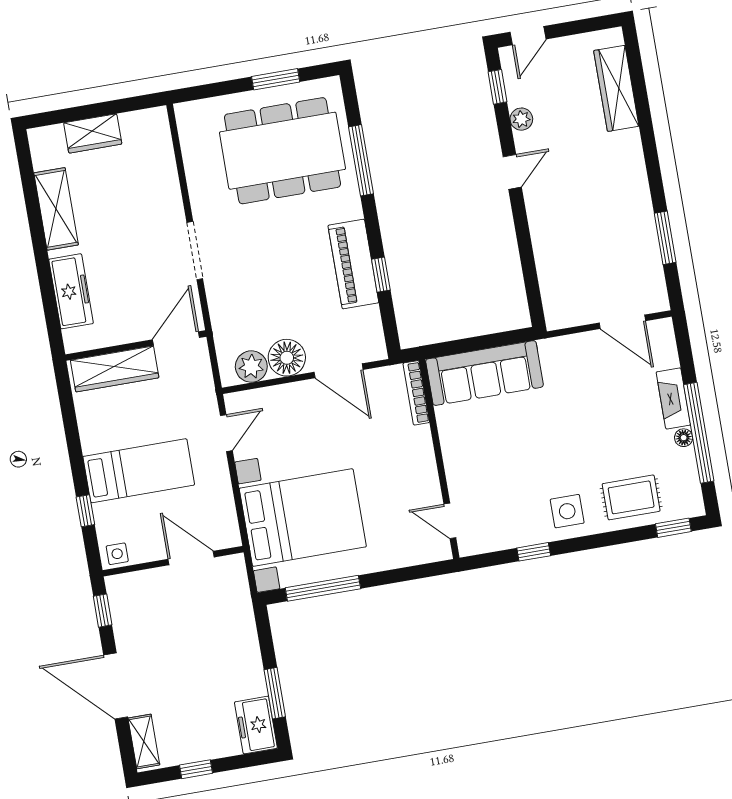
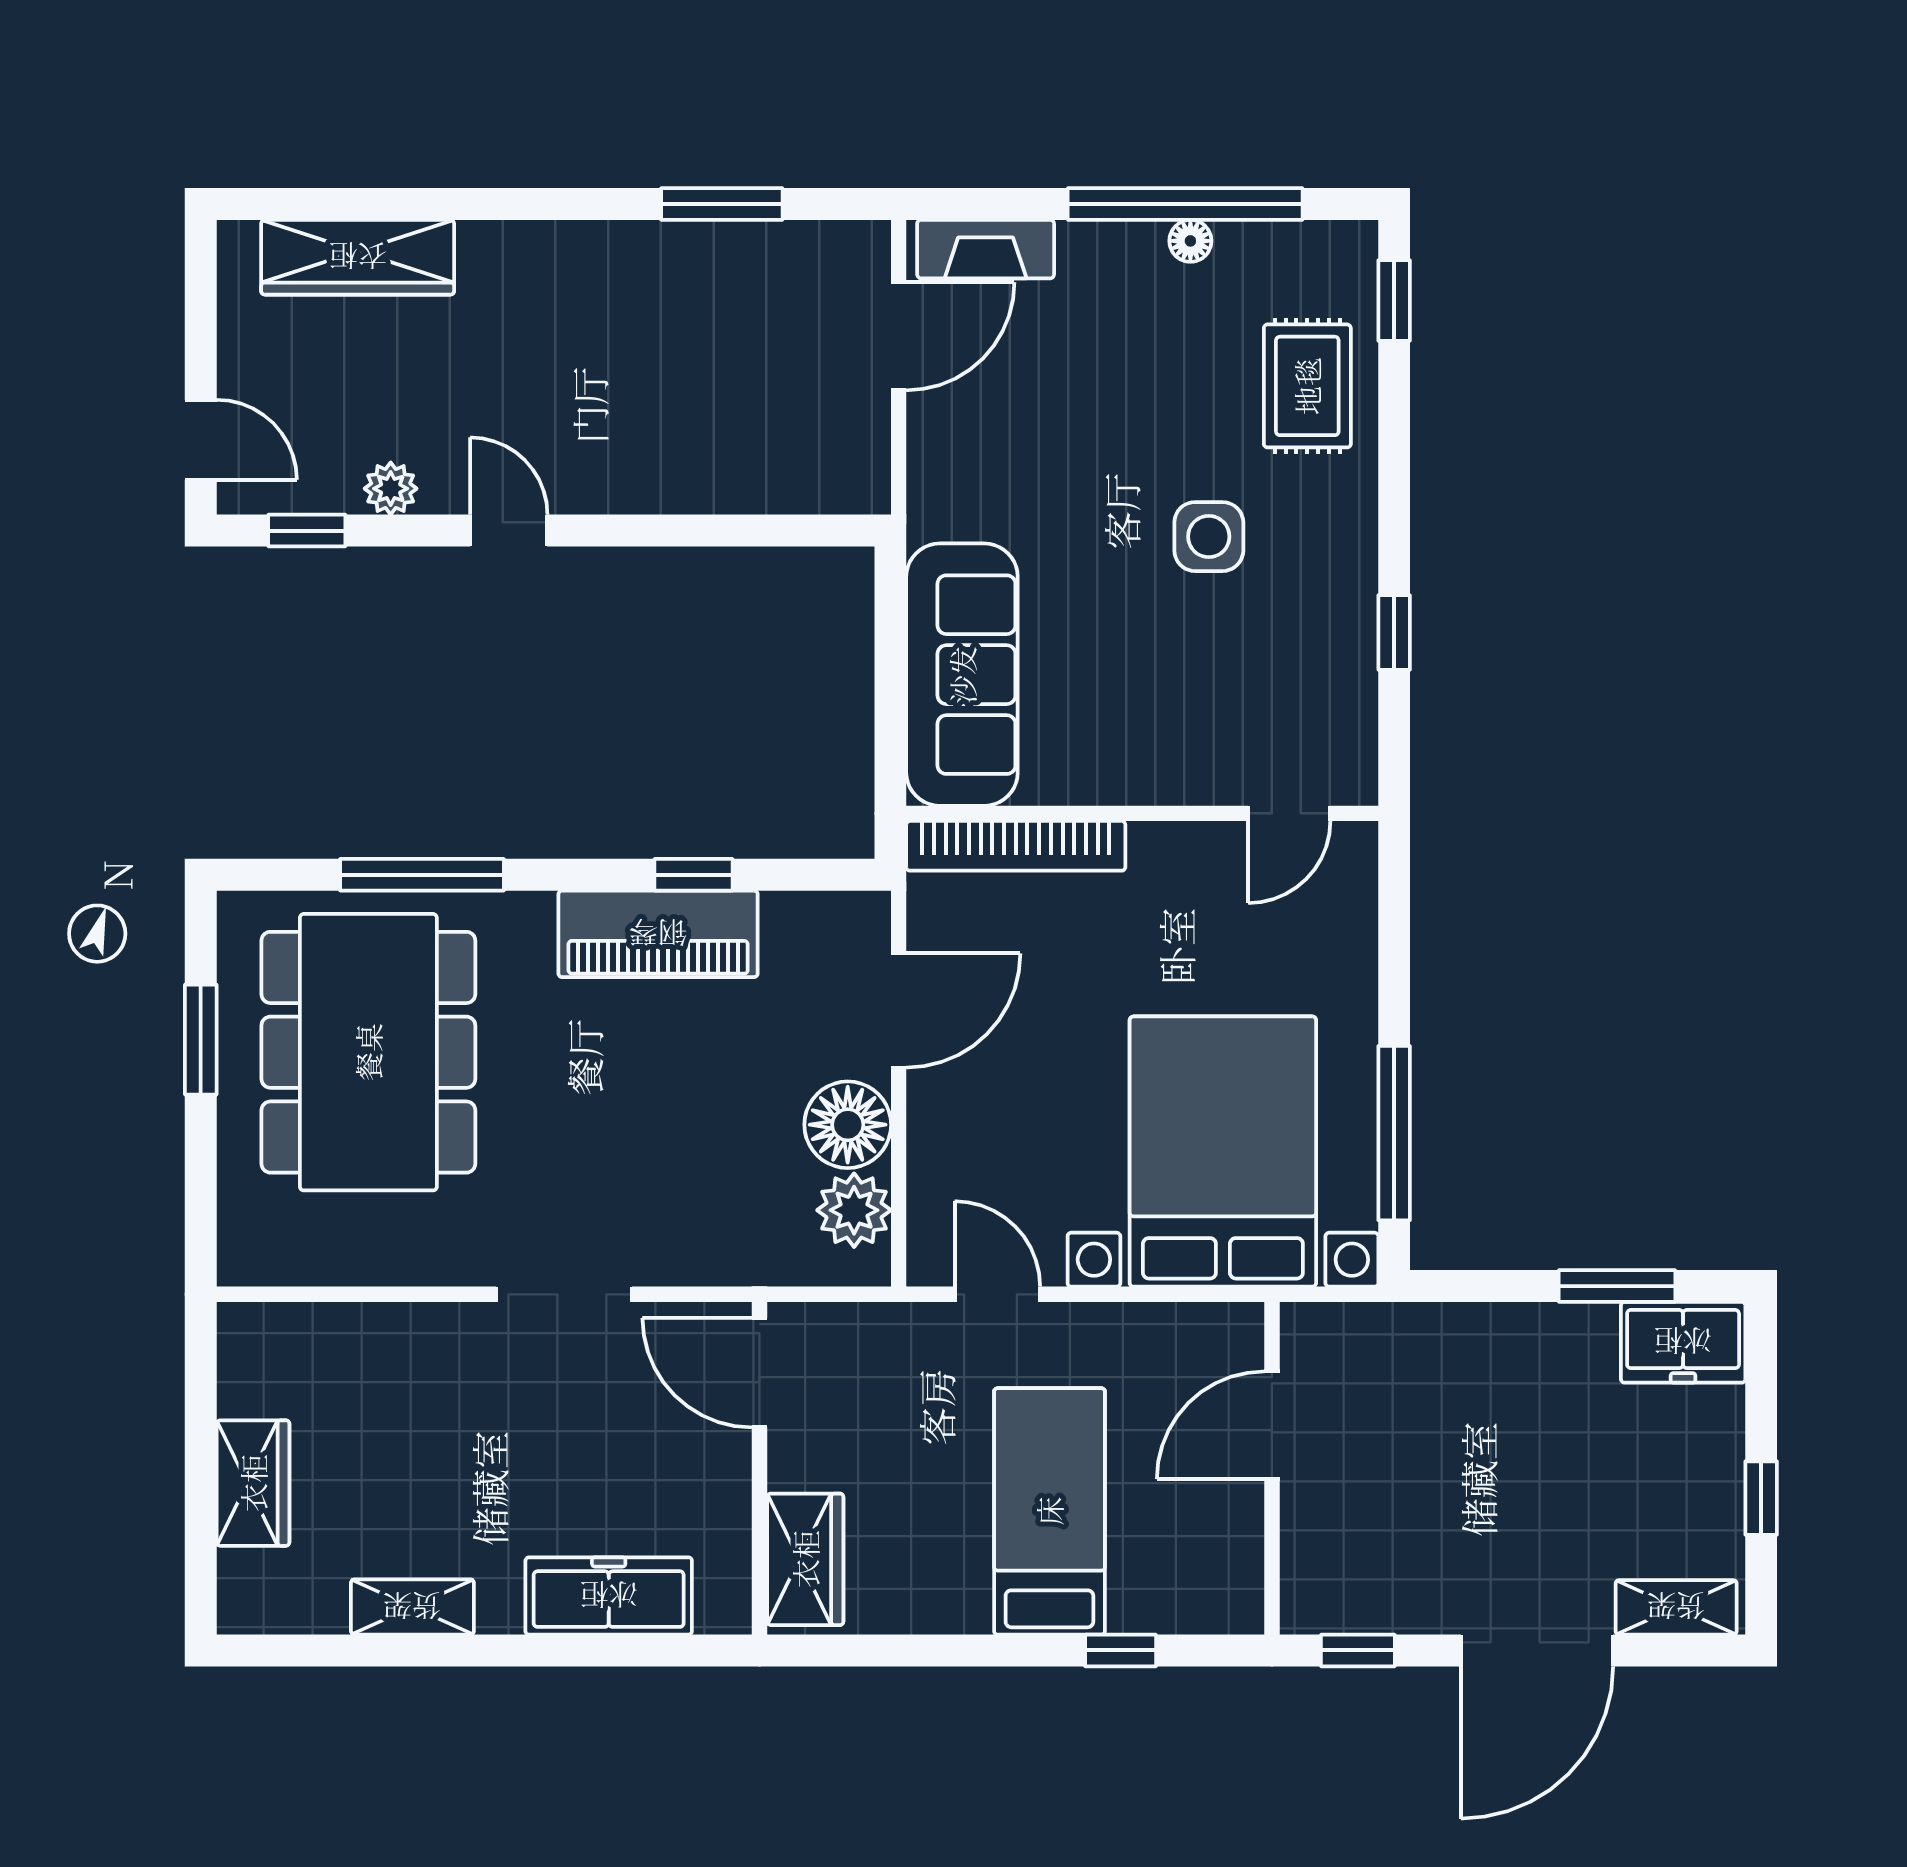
shelving: (56, 209) -> (412, 1607), width x0.67, depth x0.75
wardrobe: (115, 369) -> (805, 1559), width x0.67
bookcase: (416, 393) -> (1016, 846), width x1.48, depth x1.31
fireplace: (673, 398) -> (986, 249), moved
side table: (567, 511) -> (1209, 537), moved
side table: (117, 554) -> (1232, 1594), removed

